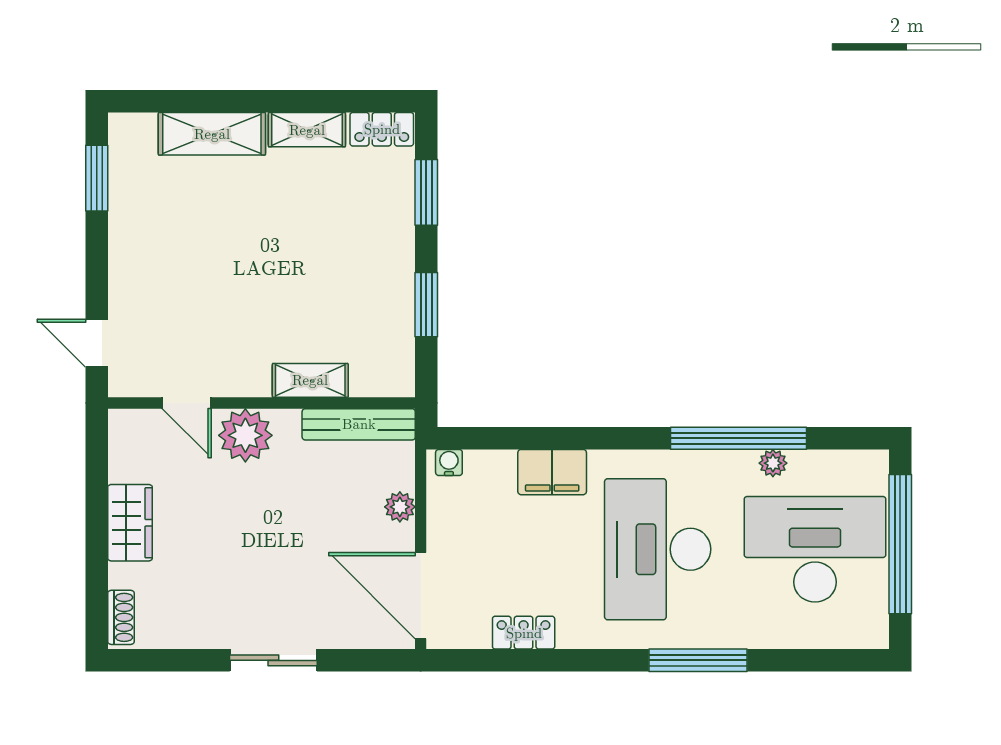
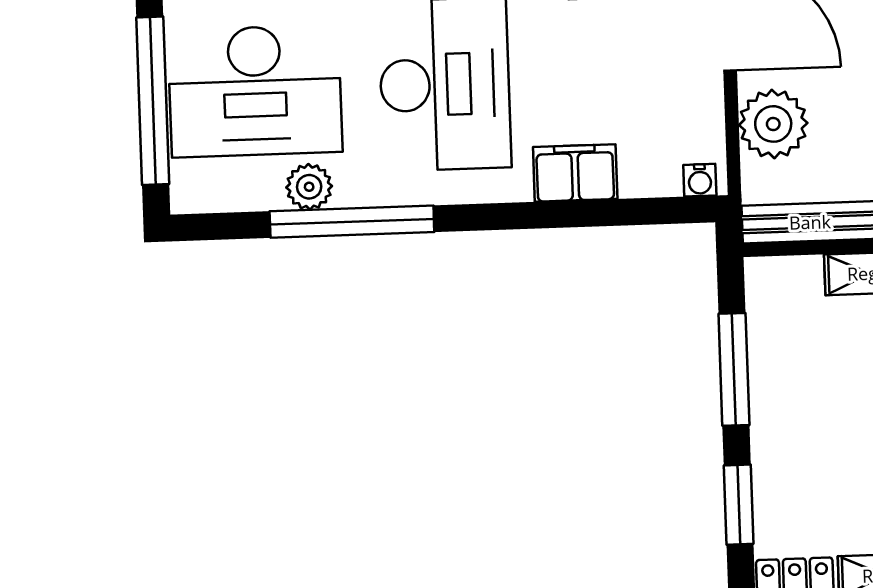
window: (426, 305) -> (734, 369), width x1.44
plant: (773, 463) -> (309, 187), width x1.38, depth x1.38
plant: (400, 507) -> (773, 124), width x1.88, depth x1.88

